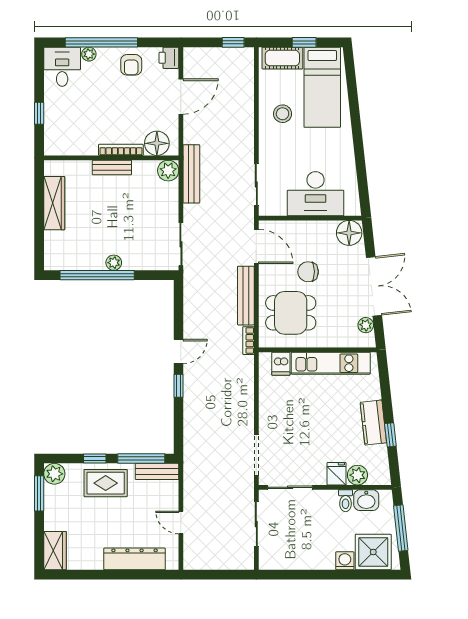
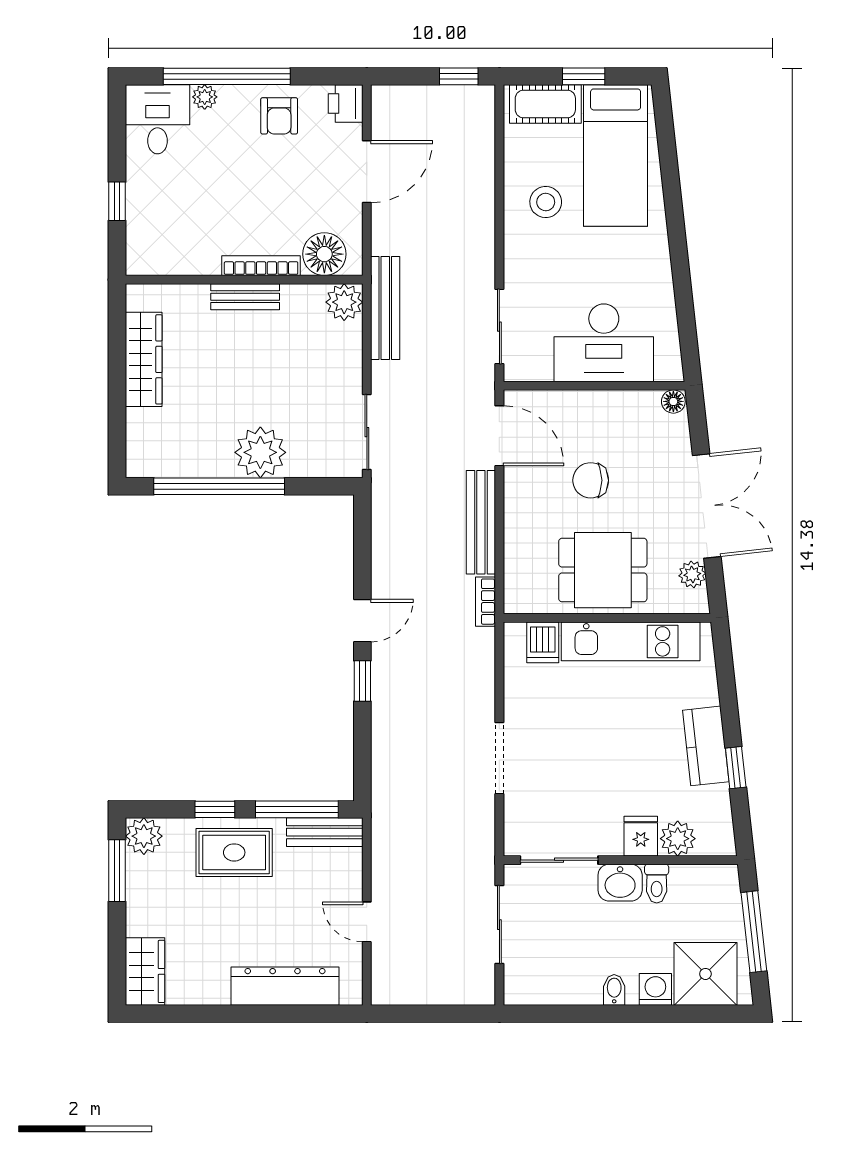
floor lamp: (349, 233) -> (673, 401), width x0.53, depth x0.53
plant: (114, 263) -> (260, 452), width x1.88, depth x1.88
dining table: (291, 313) -> (603, 570), moved
doorway: (256, 455) -> (499, 758), moved
washbasin: (366, 500) -> (620, 883), moved
bidet: (321, 561) -> (614, 990), added

